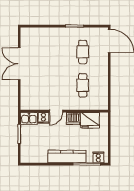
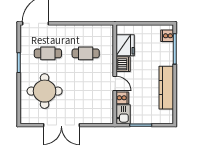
round table: (49, 49) -> (45, 91), added
kitchen counter: (67, 157) -> (166, 88), moved

